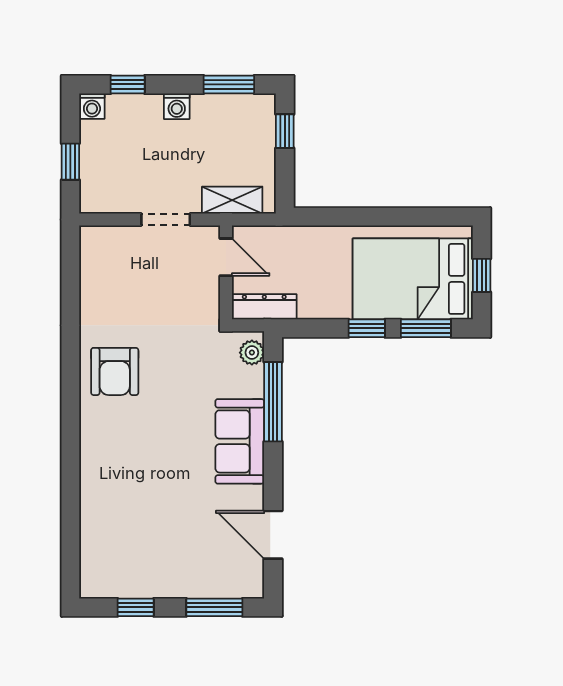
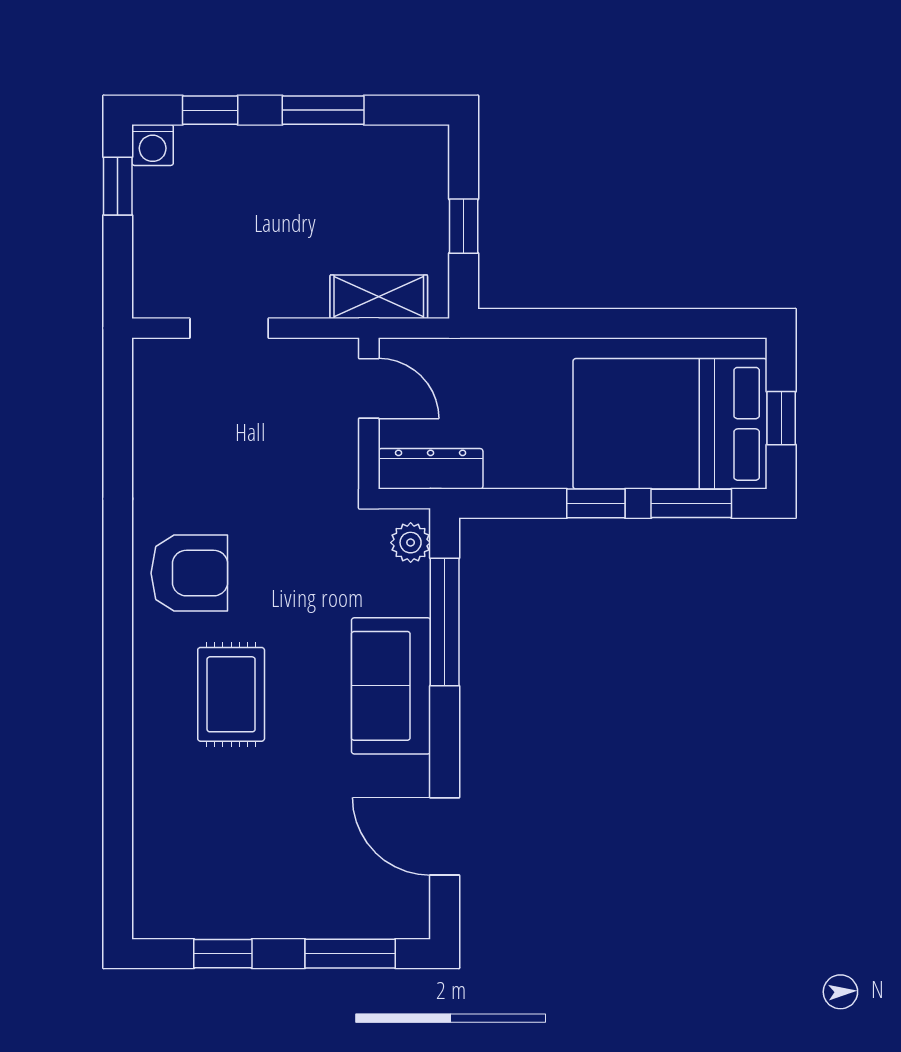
window: (229, 84) -> (323, 110), moved
washing machine: (177, 106) -> (289, 145), removed
window: (285, 131) -> (464, 226), moved
window: (70, 162) -> (118, 186), moved
doorway: (166, 220) -> (229, 328), moved
armchair: (115, 371) -> (189, 573), turned -90
rug: (141, 447) -> (231, 694), added

